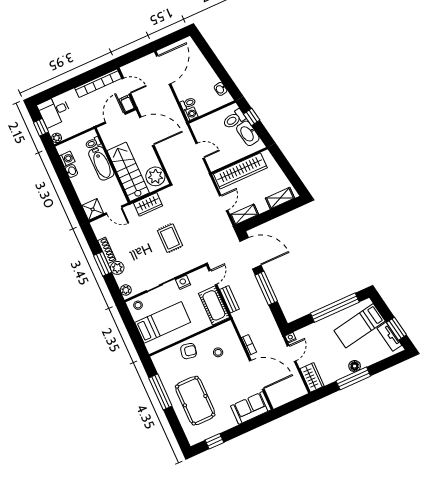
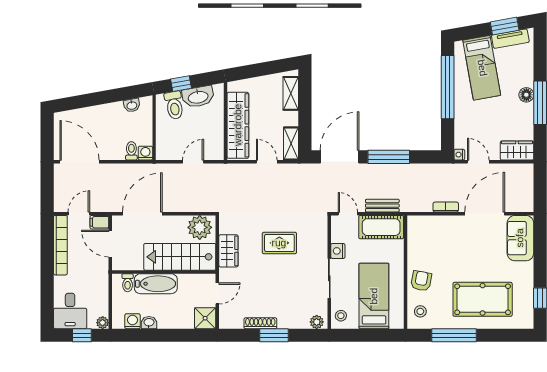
plant: (117, 268) -> (286, 320), removed
stool: (218, 352) -> (420, 311), moved

